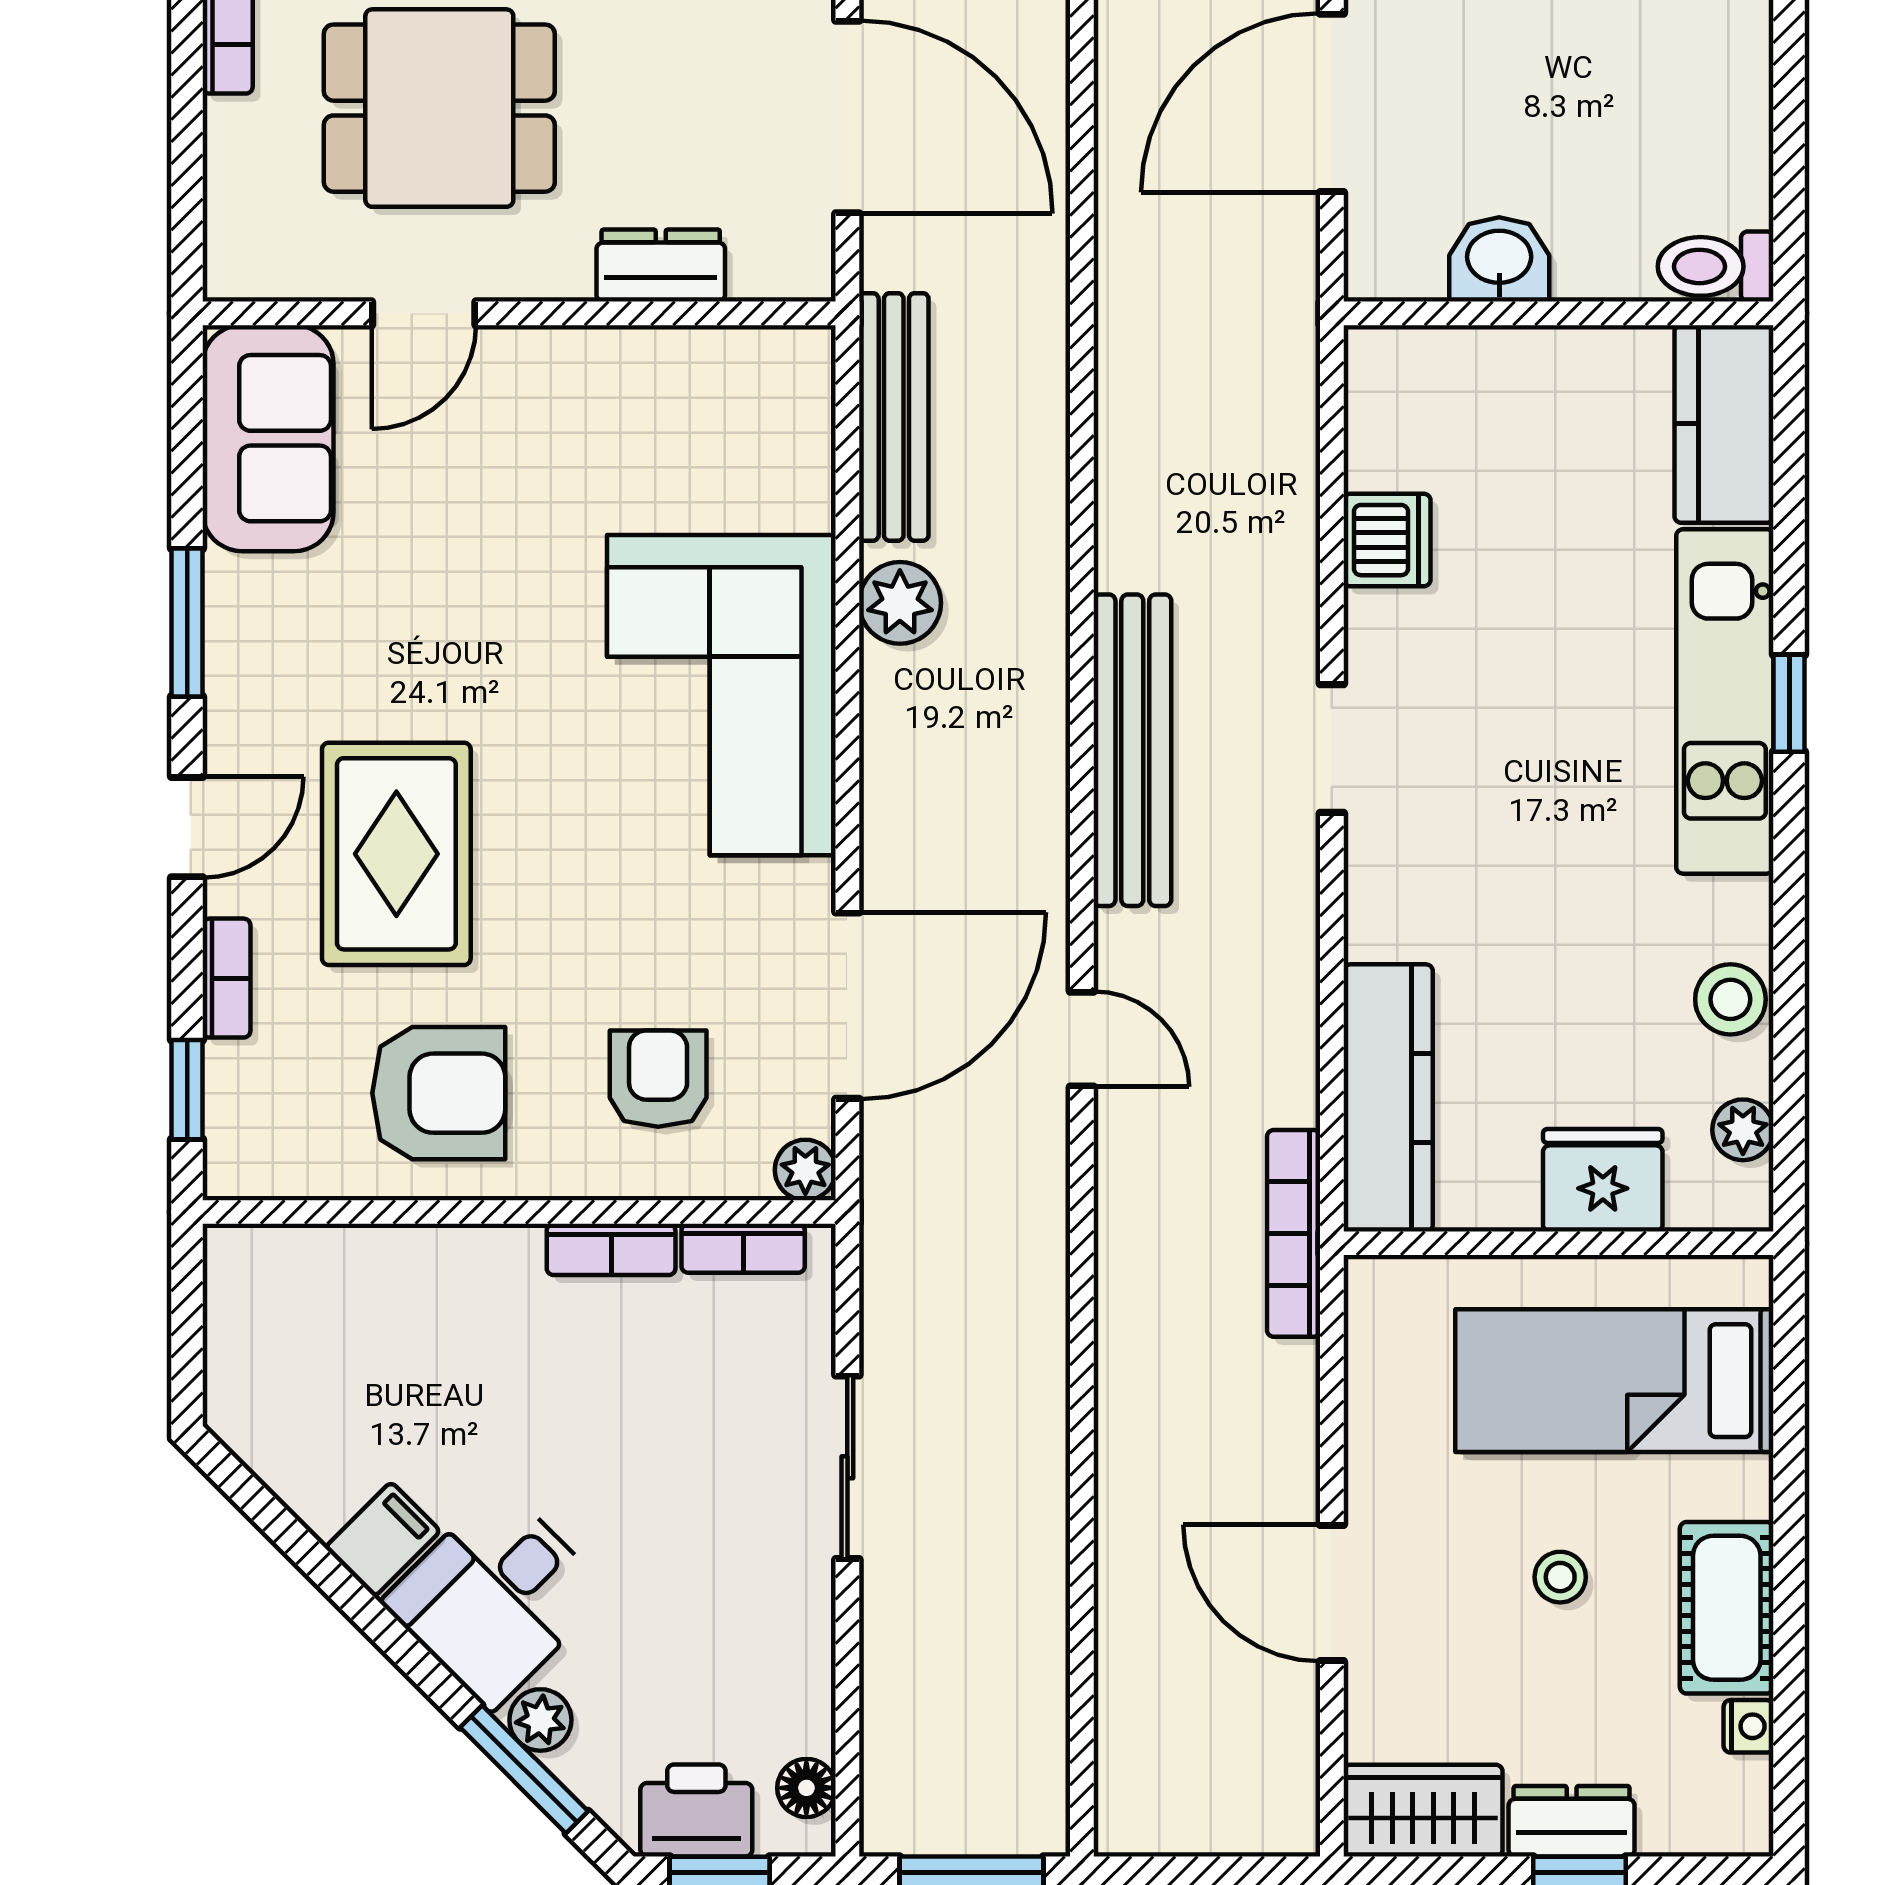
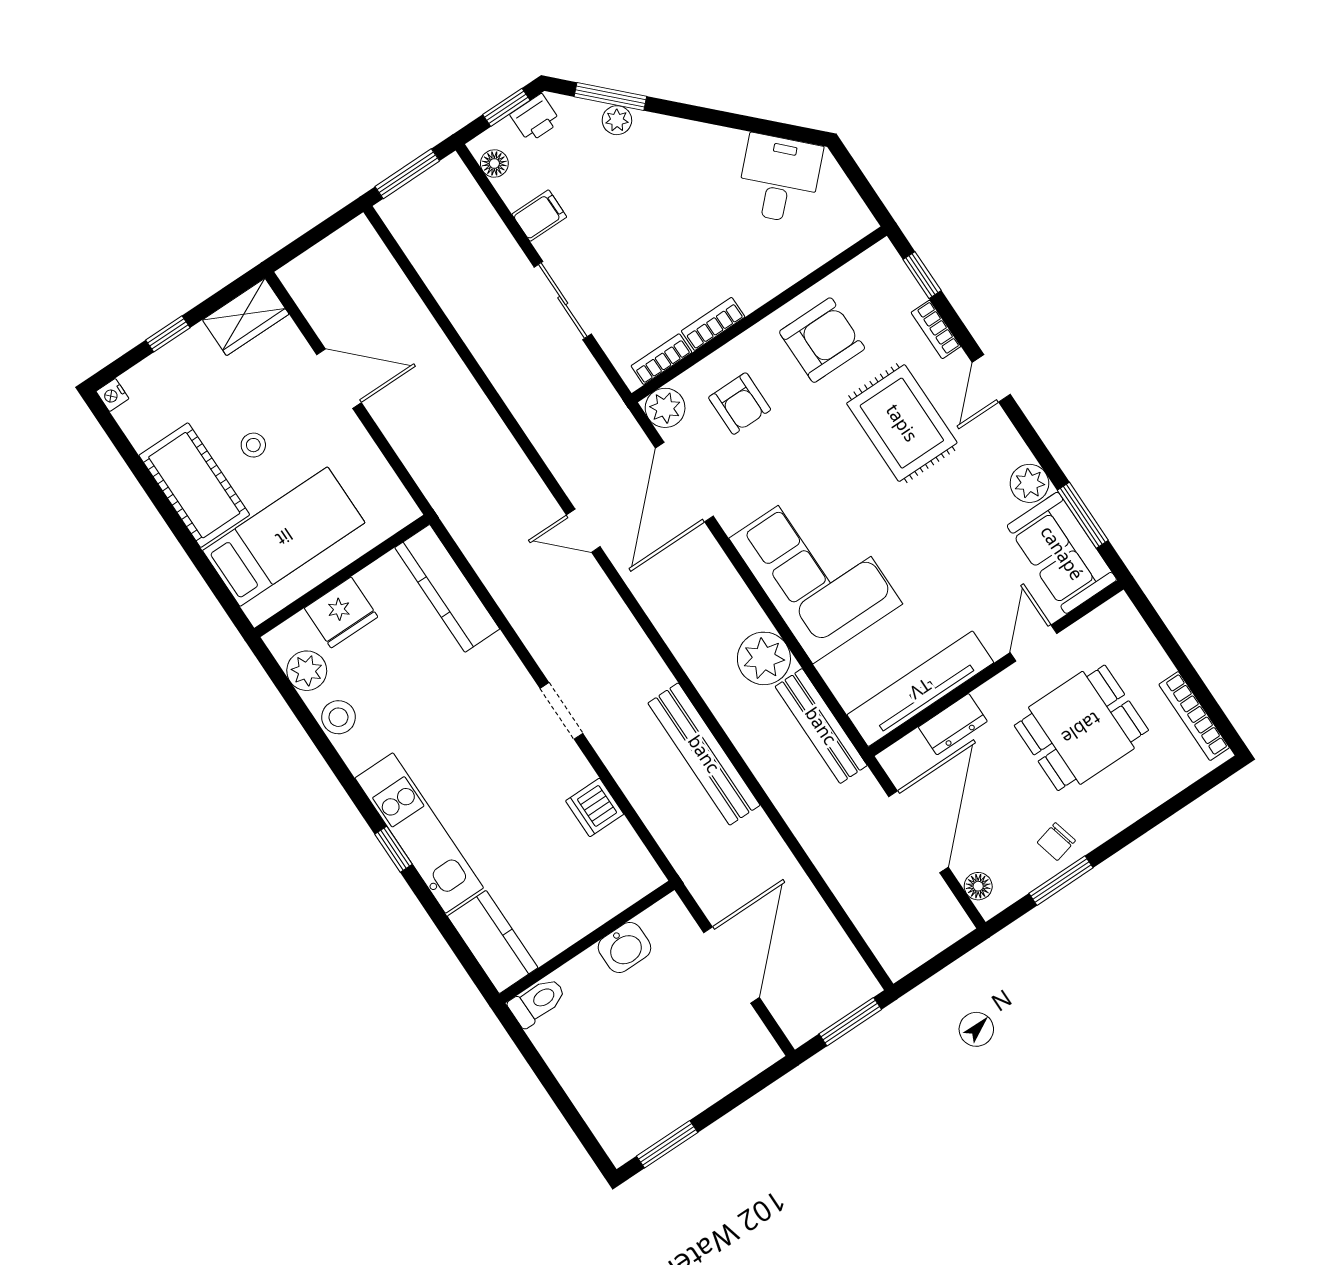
door: (847, 117) -> (918, 832), swing flipped
tv unit: (676, 366) -> (920, 689), added
plant: (243, 598) -> (1029, 483), added
plant: (900, 603) -> (764, 658), width x1.36, depth x1.36
window: (187, 622) -> (1083, 515), moved
bench: (1132, 750) -> (704, 754), moved
armchair: (439, 1093) -> (822, 340), turned 180
plant: (1743, 1130) -> (307, 671), width x1.38, depth x1.38
plant: (805, 1170) -> (665, 408), width x1.38, depth x1.38
bookcase: (1294, 1233) -> (449, 510), removed
filing cabinet: (383, 1539) -> (539, 216), moved, turned -135
desk: (496, 1597) -> (779, 179), moved
cot: (1727, 1608) -> (194, 485), width x1.37, depth x1.34
nightstand: (1749, 1726) -> (112, 395), moved
printer: (696, 1811) -> (535, 118), width x0.73, depth x0.81
dresser: (1572, 1821) -> (184, 352), removed

